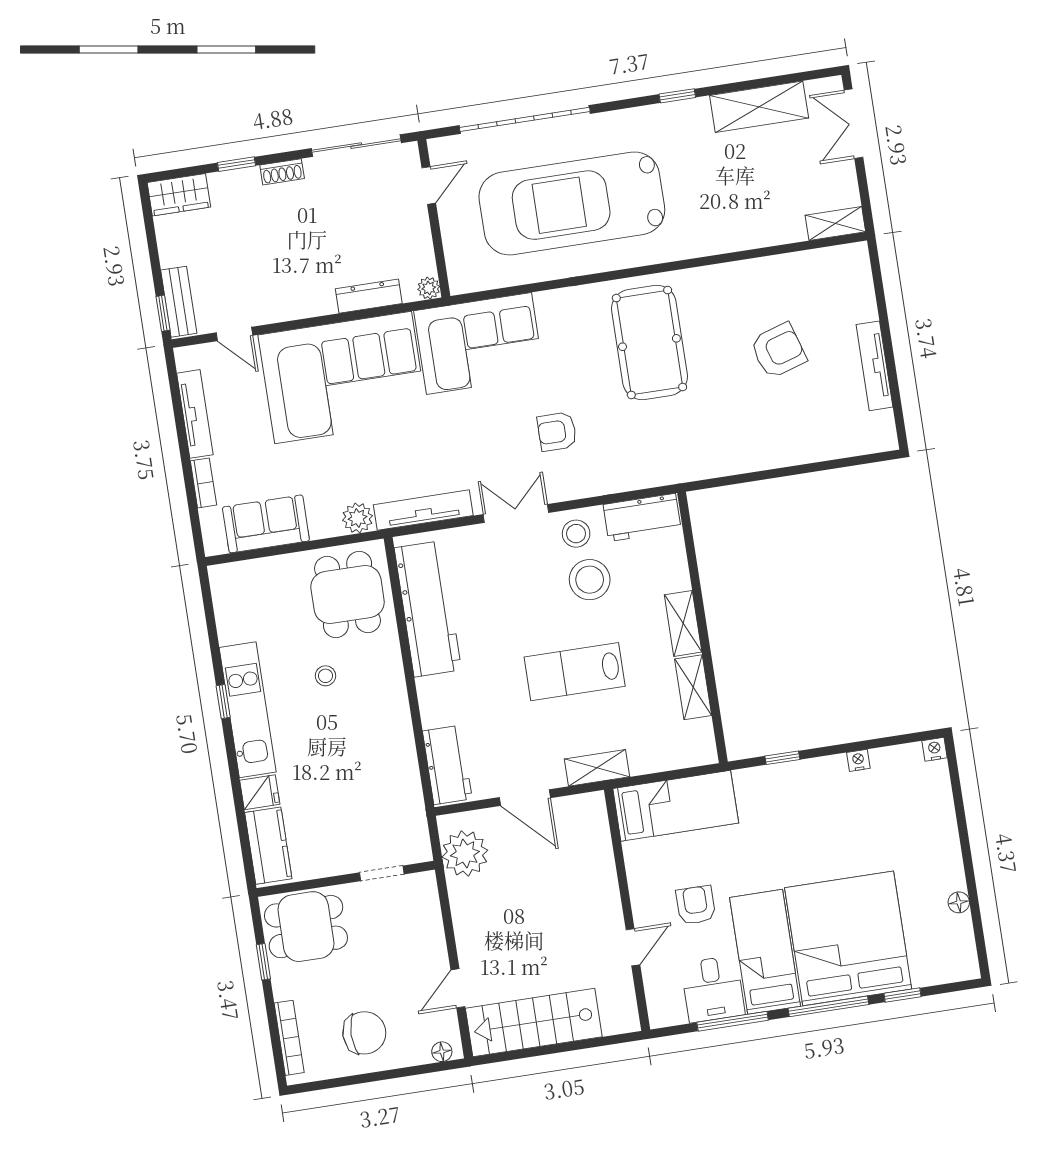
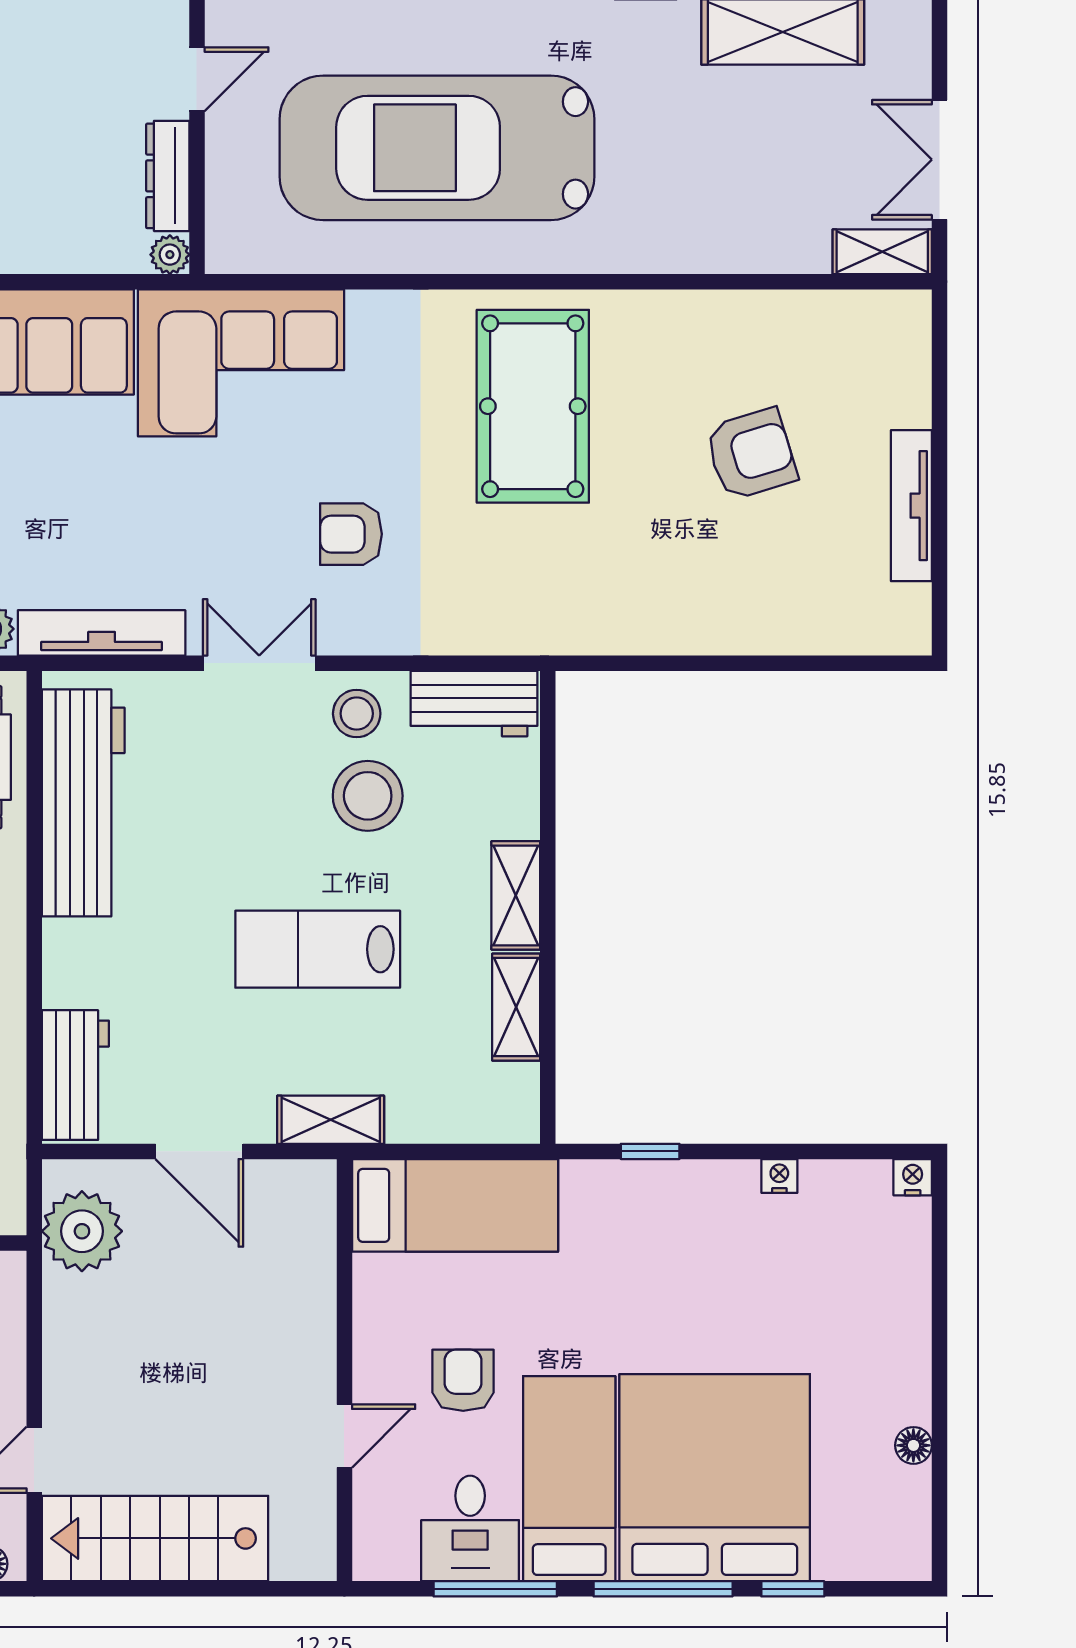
double door: (853, 124) -> (939, 160), moved
dresser: (369, 296) -> (168, 176), moved, turned -90

